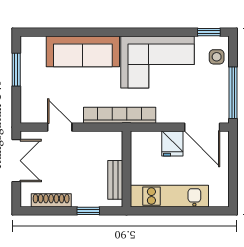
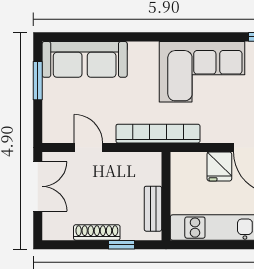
sofa: (83, 51) -> (85, 59), moved
shoe rack: (51, 200) -> (97, 232), moved

